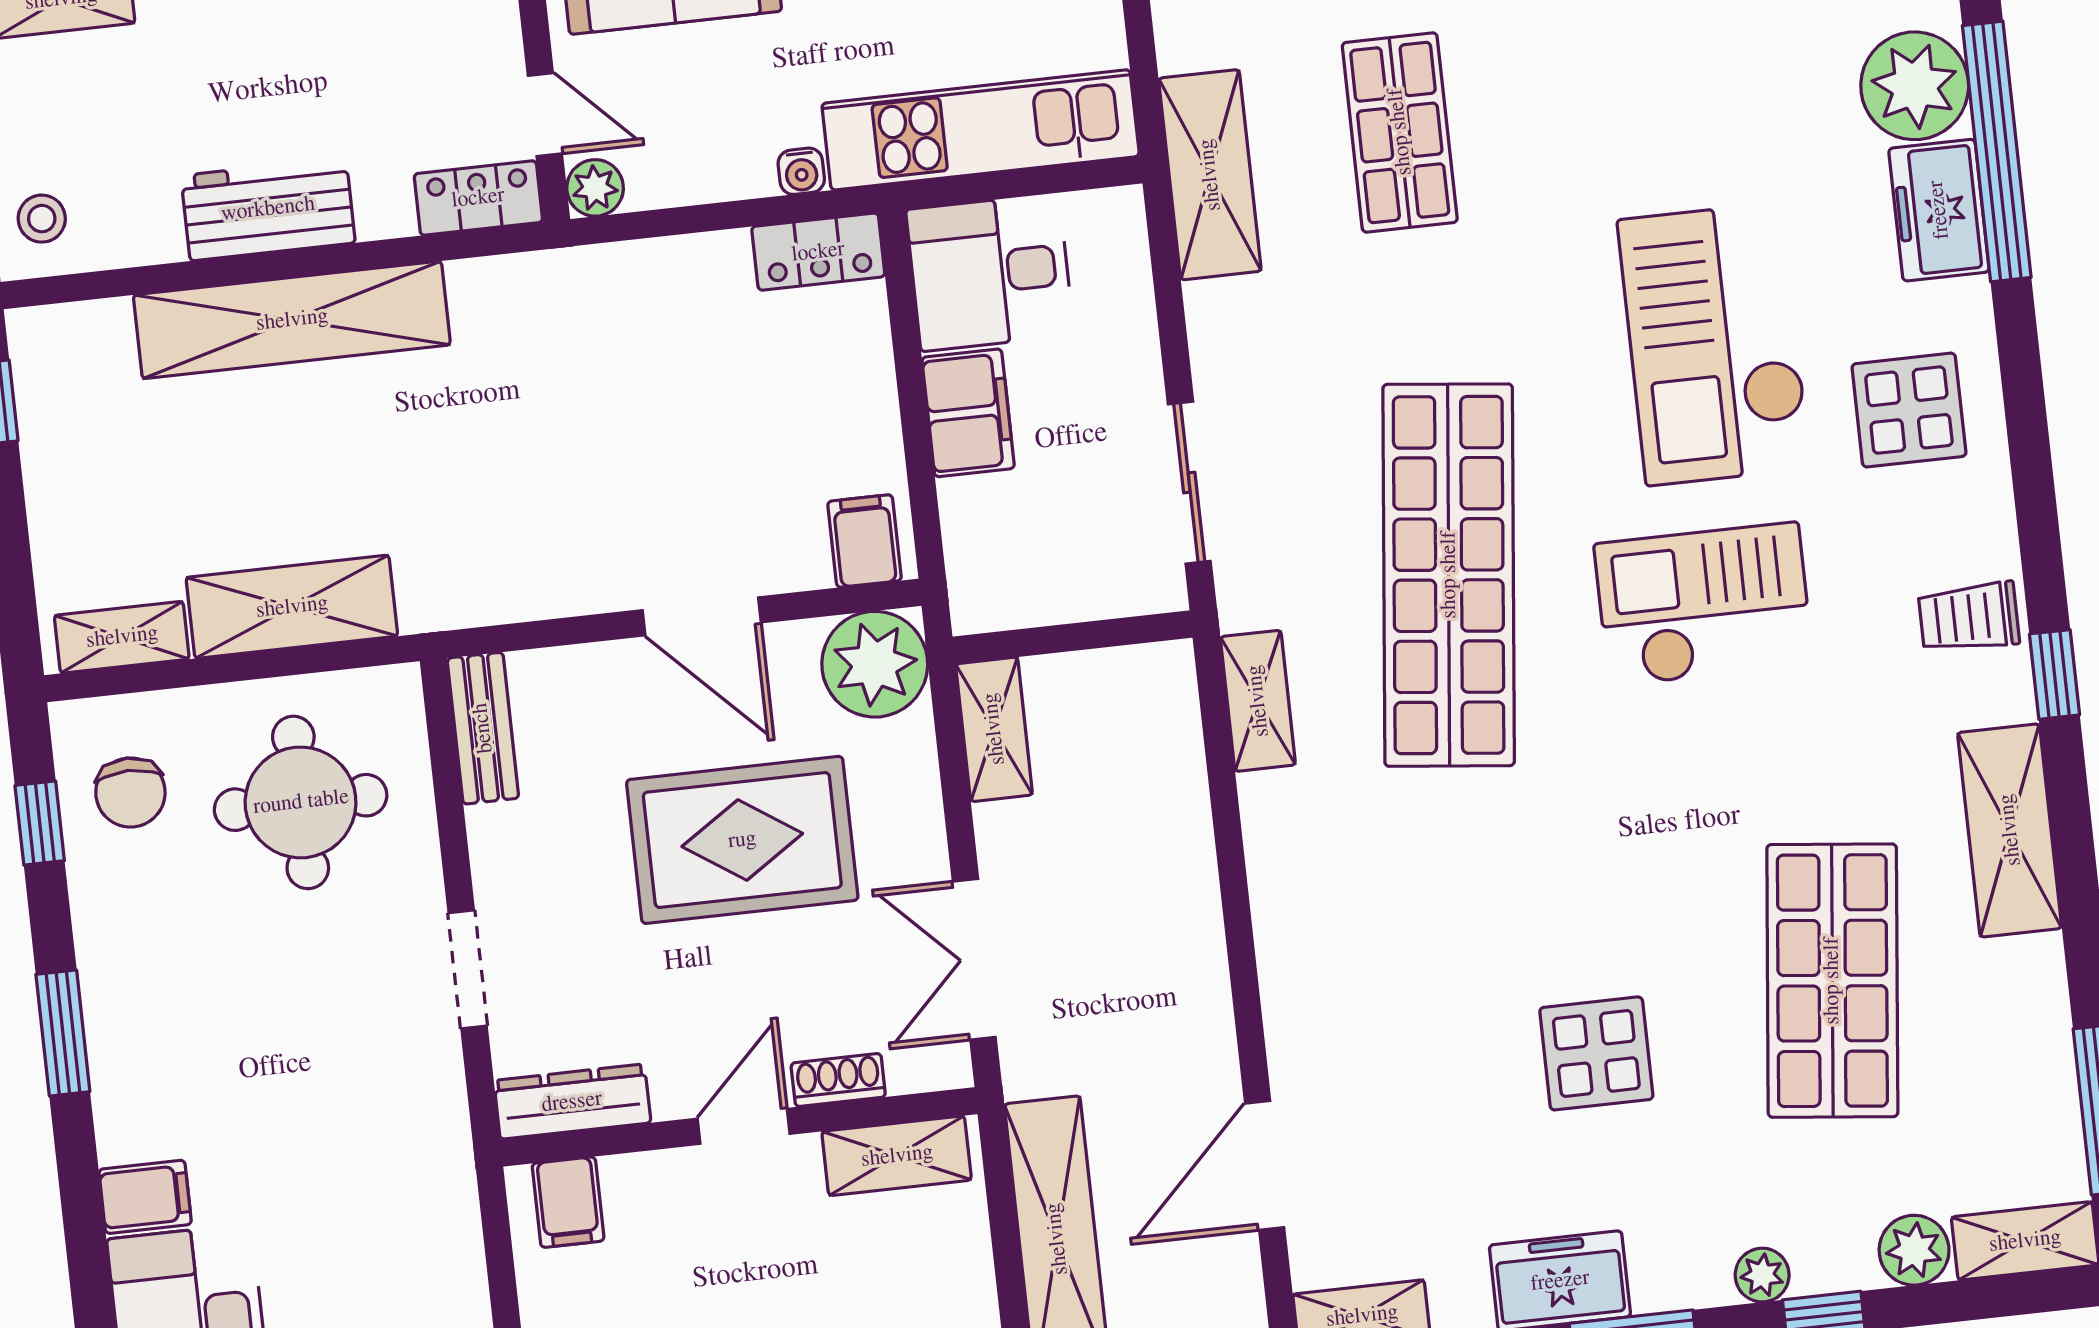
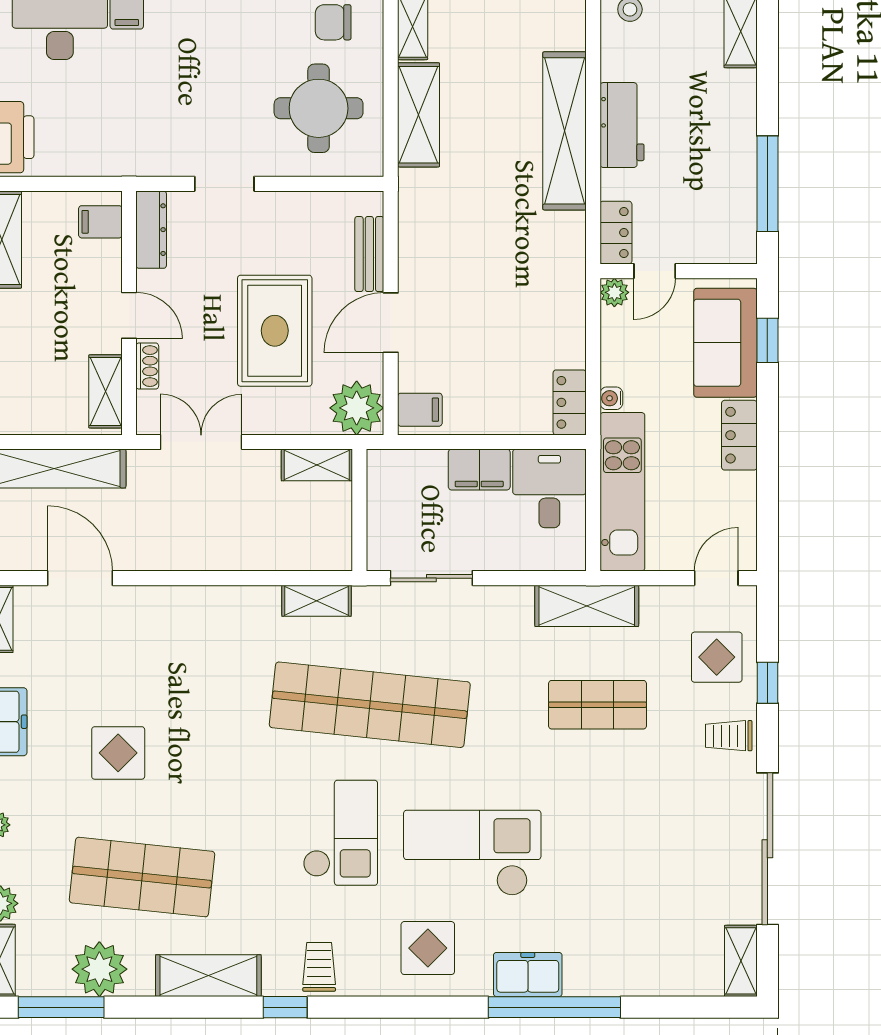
plant: (1915, 86) -> (99, 969), moved
bench: (483, 728) -> (369, 254), moved, turned 90

